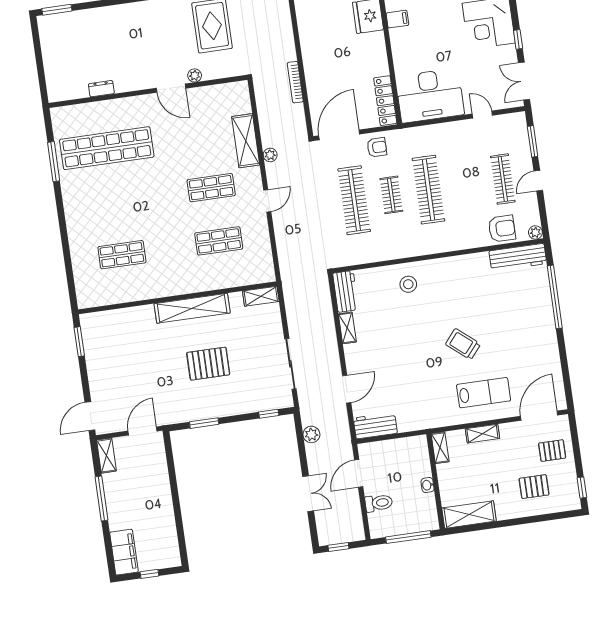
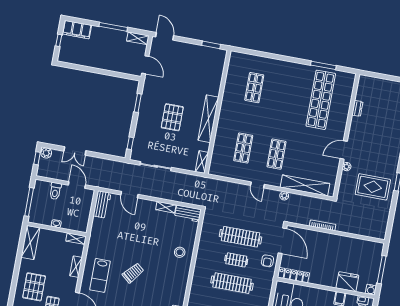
shelving: (246, 141) -> (305, 185), width x1.47
plant: (311, 434) -> (46, 153), moved
pallet: (534, 487) -> (34, 287), width x1.50, depth x1.42

